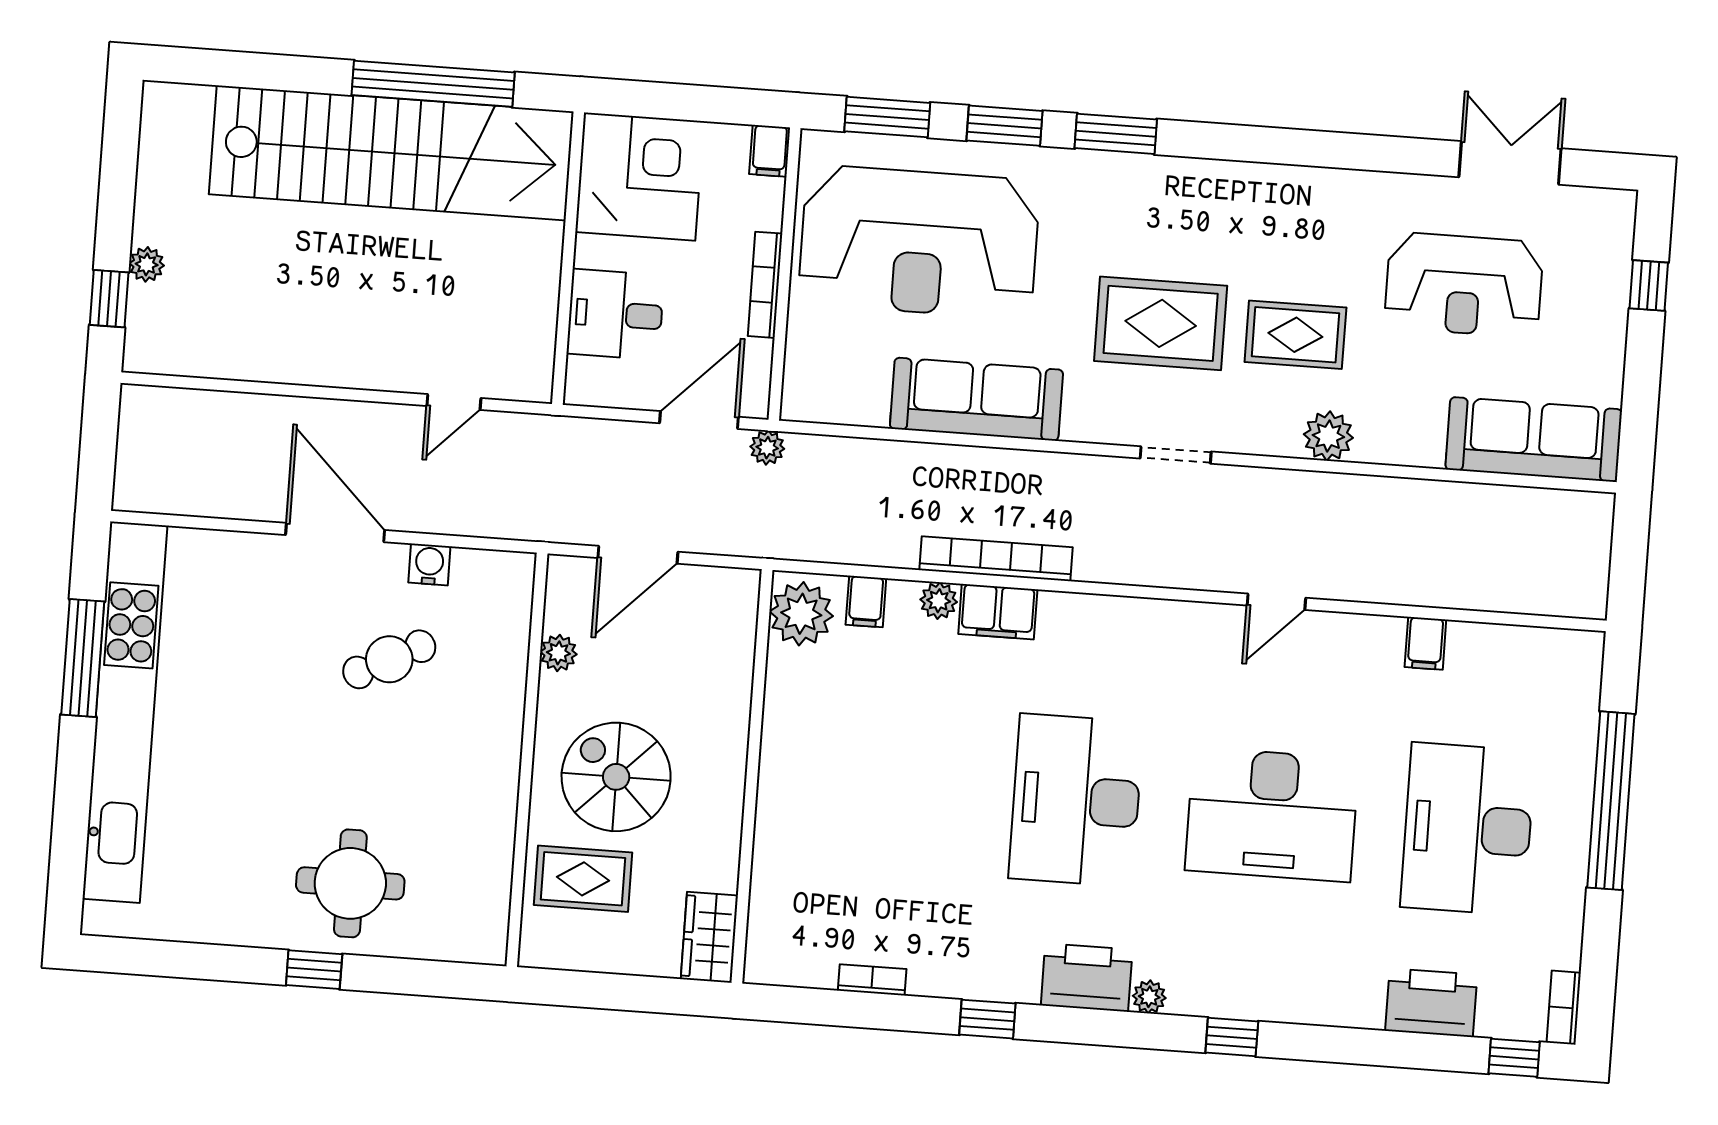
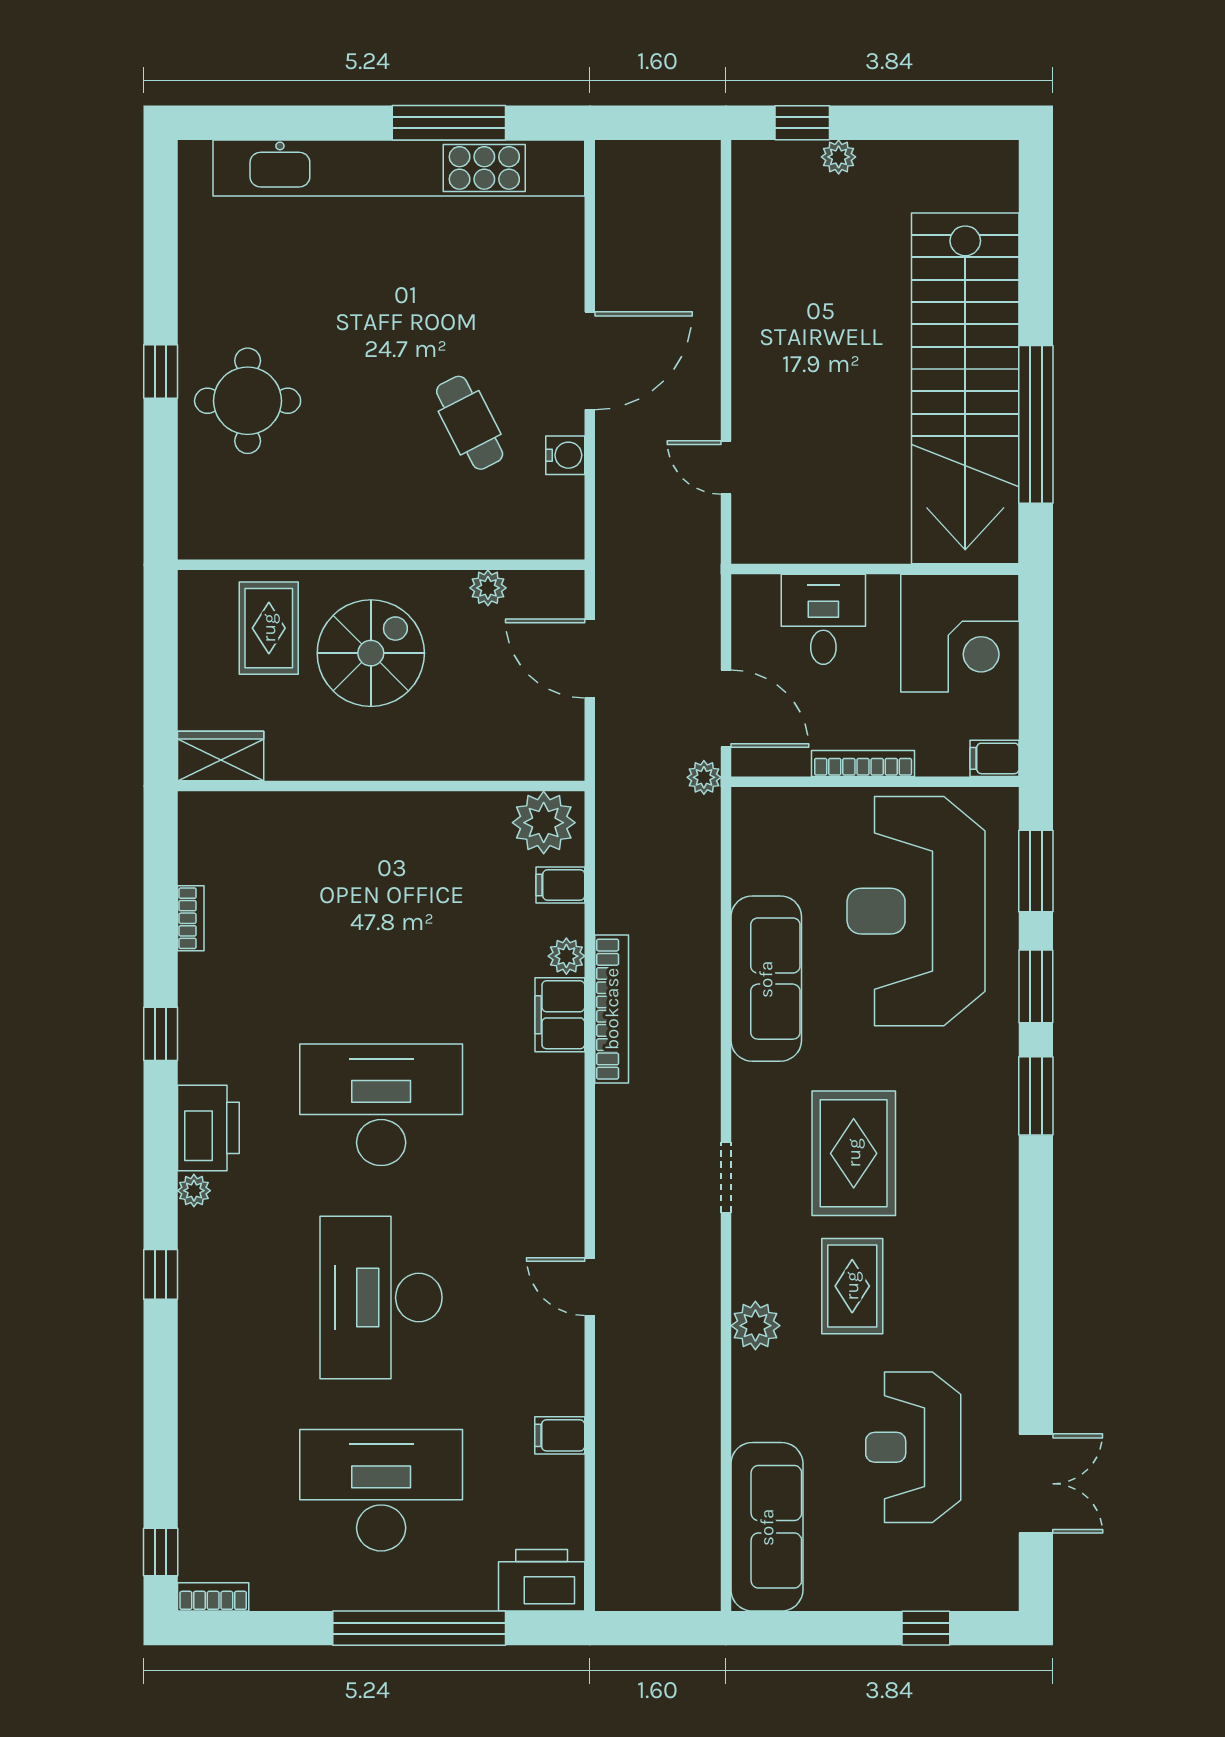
printer: (1431, 1003) -> (542, 1580), moved, turned -90

